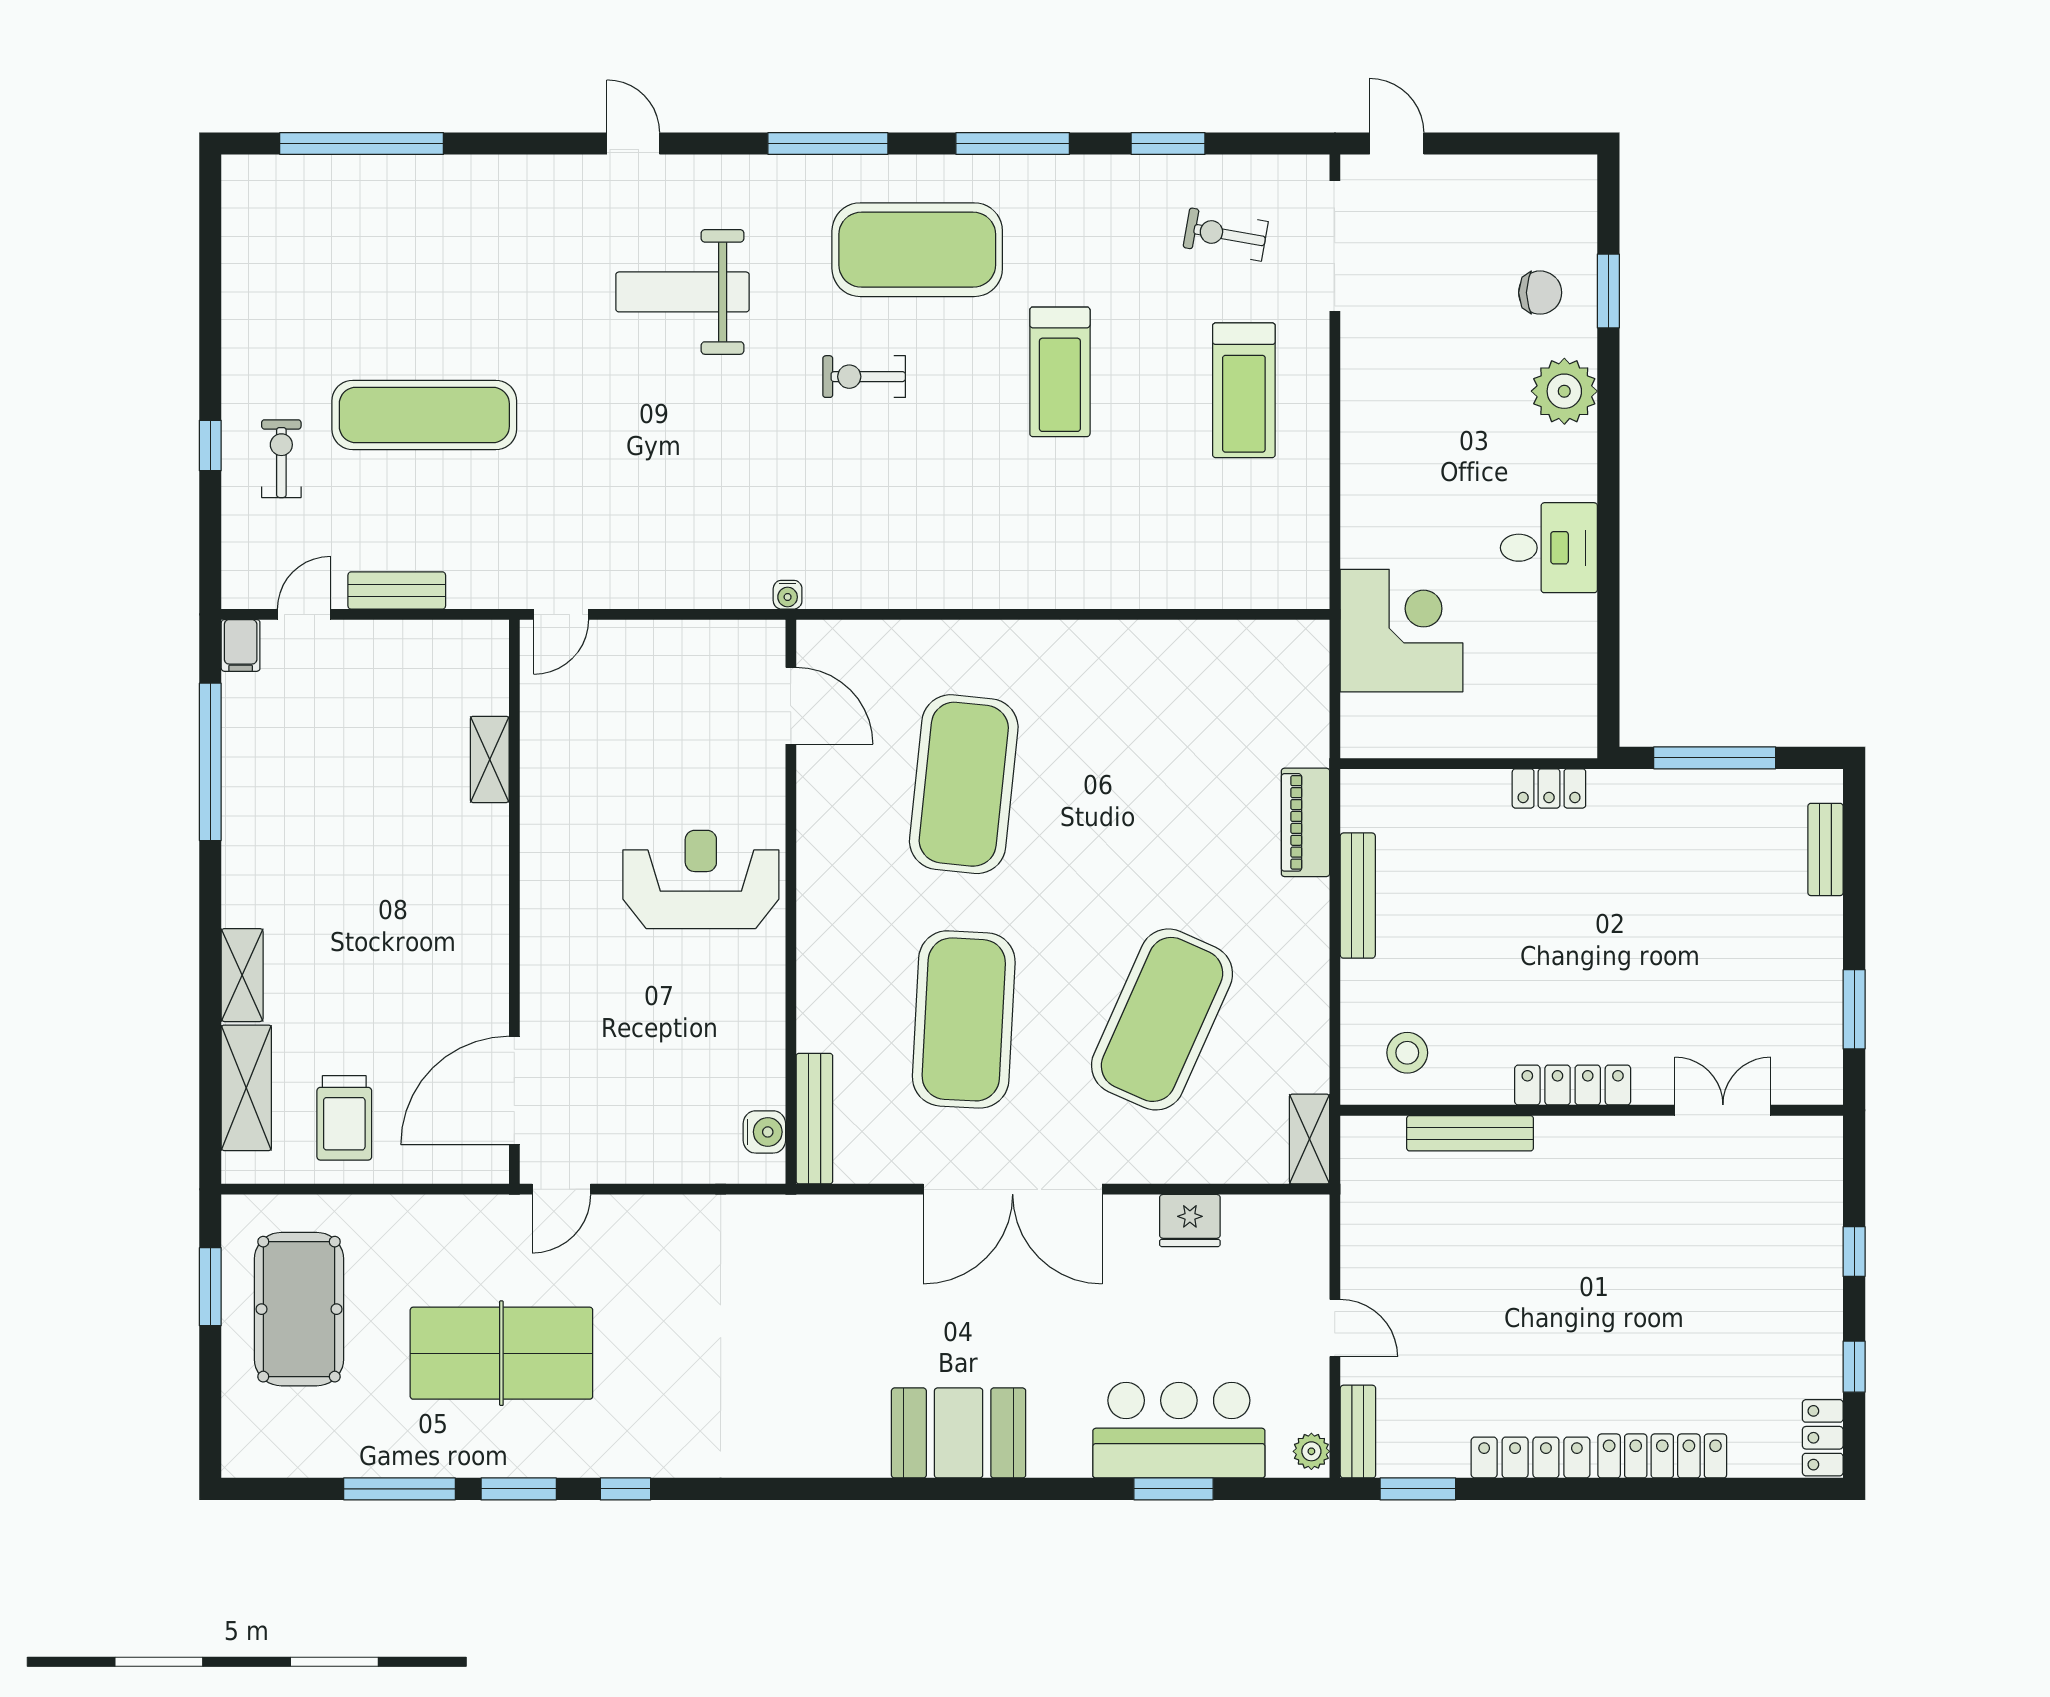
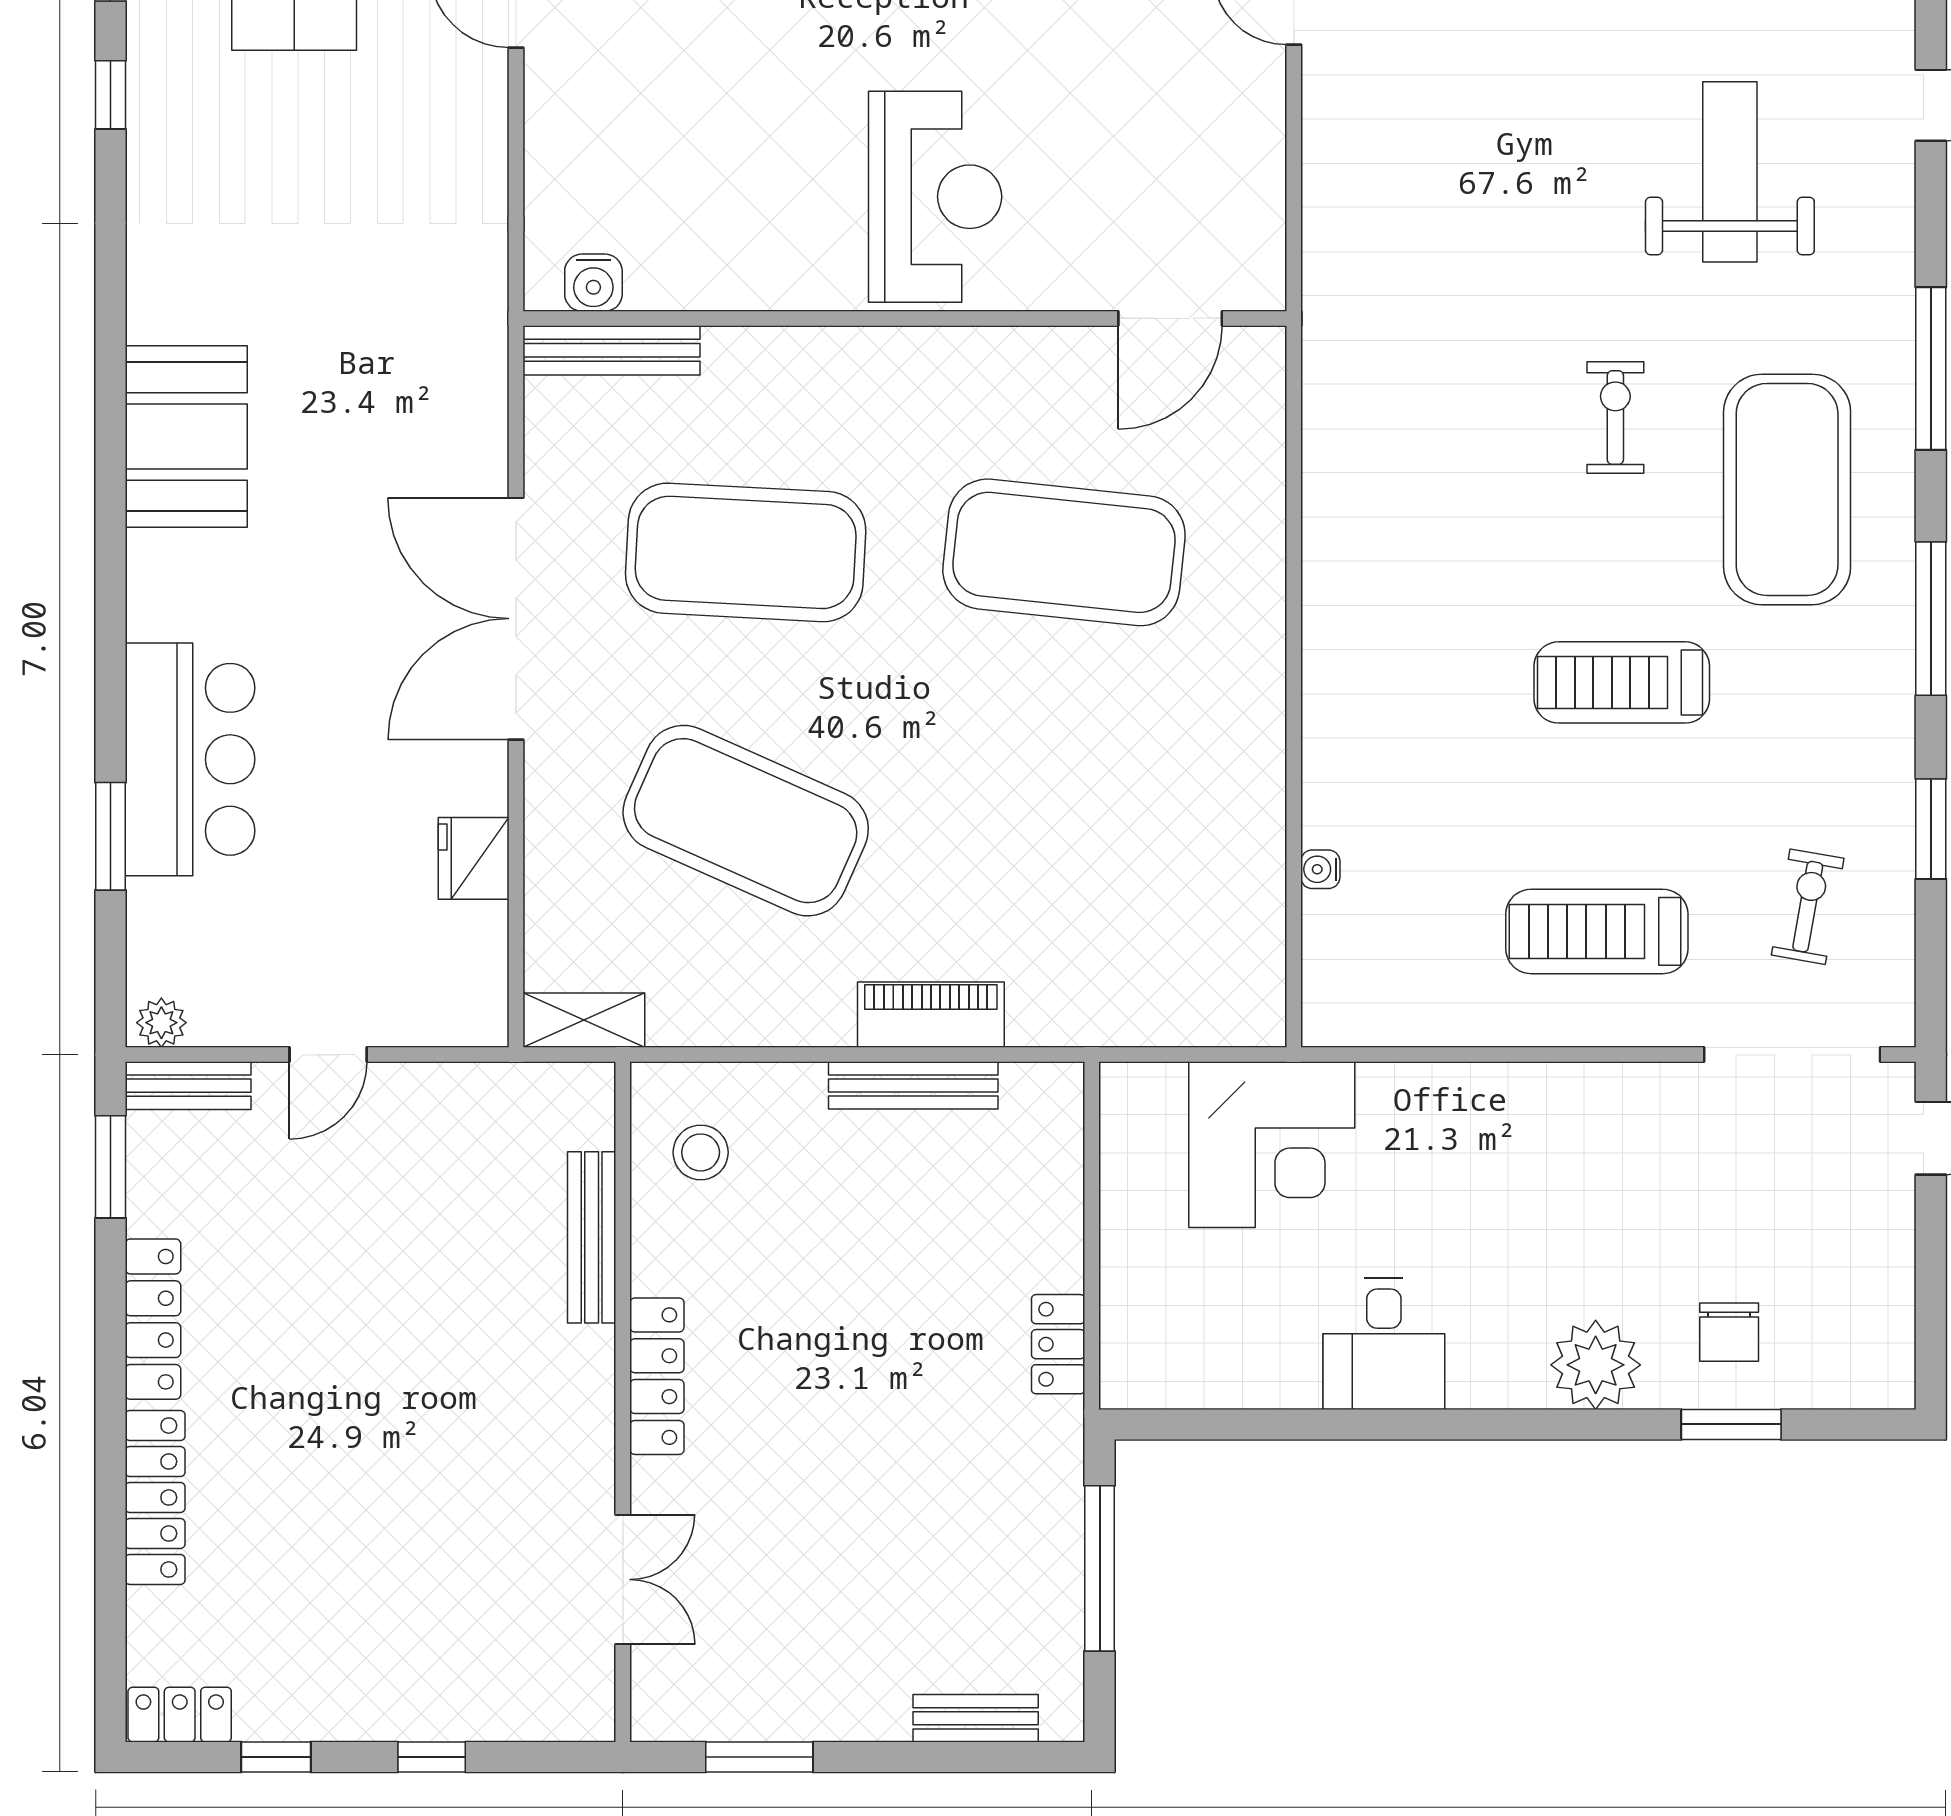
water cooler: (788, 595) -> (1320, 869), moved
piano: (1305, 822) -> (931, 1015), moved
bar counter: (1179, 1430) -> (190, 759), moved
booth: (959, 1433) -> (186, 436), moved

